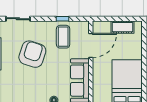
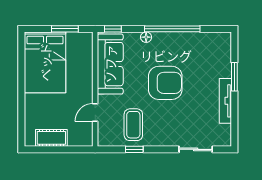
door: (91, 45) -> (95, 113), width x0.53
armchair: (32, 54) -> (165, 83), moved, turned -108

